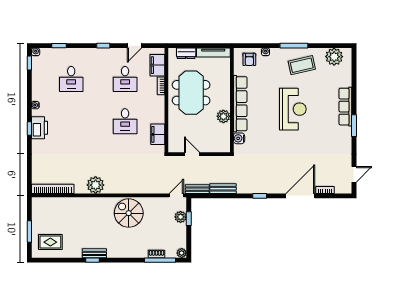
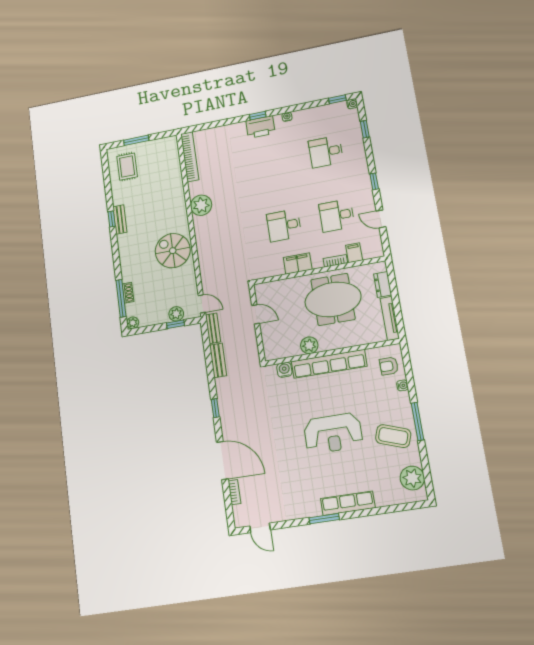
filing cabinet: (157, 65) -> (354, 253), width x0.50
coffee table: (302, 65) -> (393, 436), turned -58
filing cabinet: (158, 134) -> (298, 263), moved
door: (192, 154) -> (256, 314), hinge flipped
spiral stairs: (129, 213) -> (173, 251), turned -90

